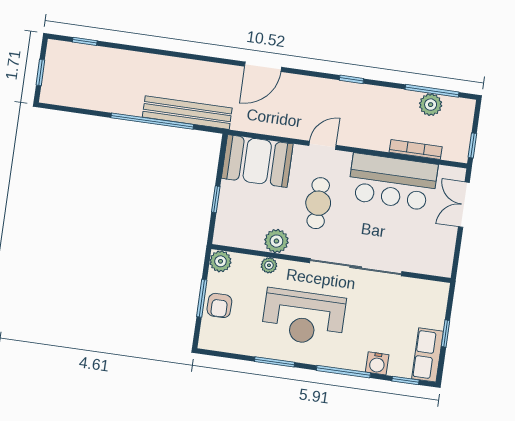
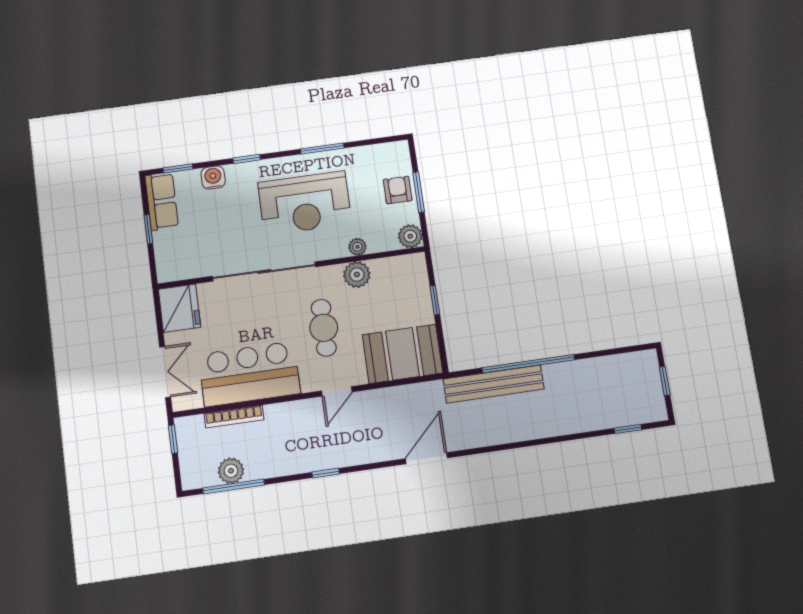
fridge: (437, 256) -> (179, 308), added
reception desk: (304, 317) -> (305, 203), turned 180
window: (343, 372) -> (247, 159), width x0.46

